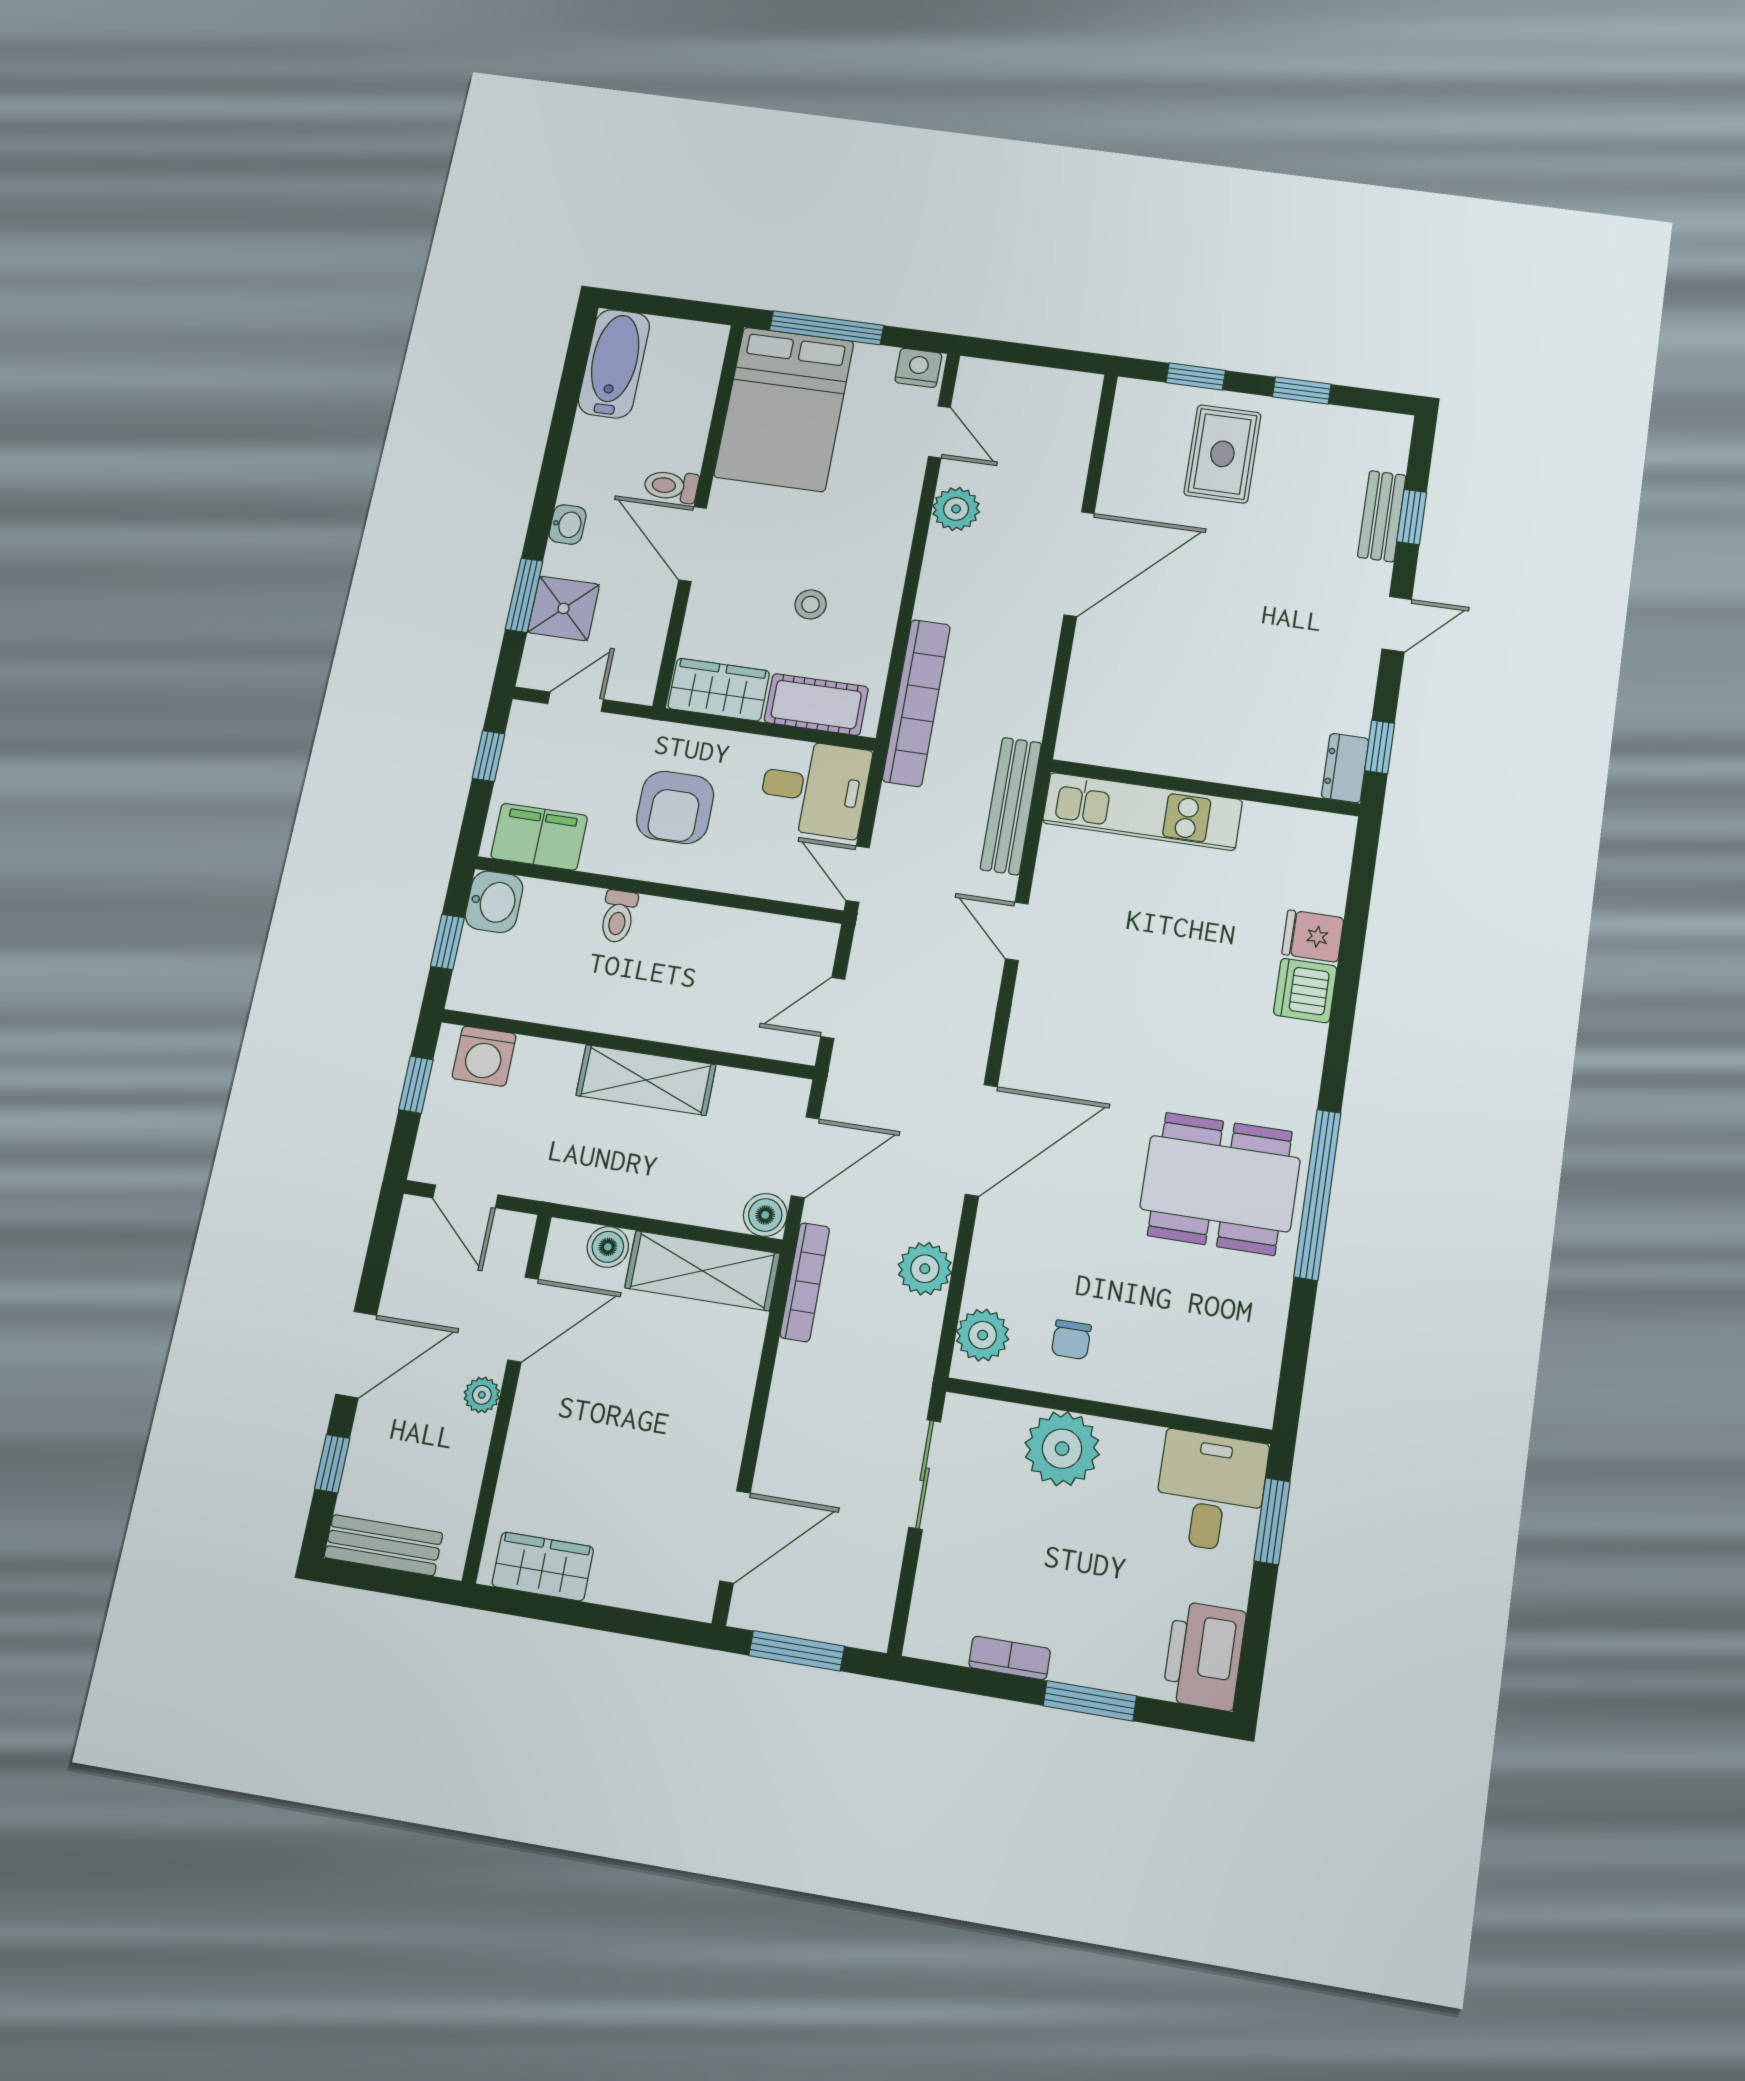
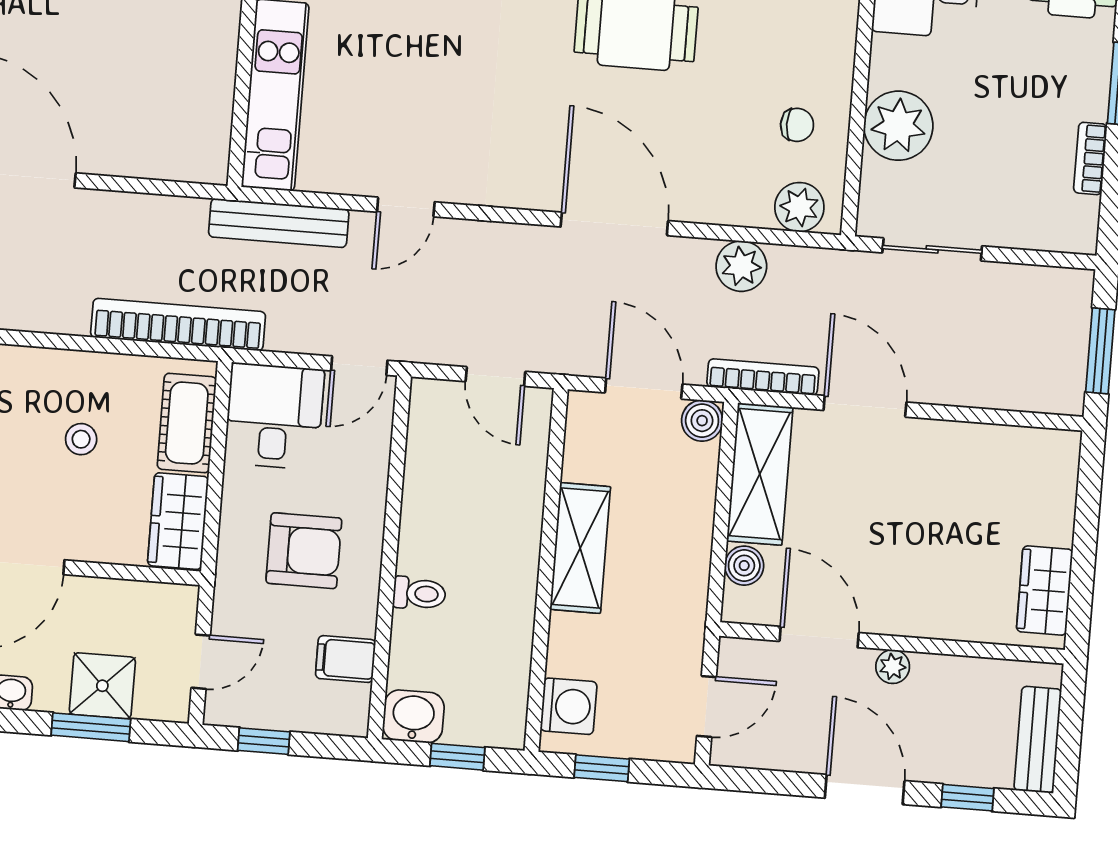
door: (576, 702) -> (201, 662), swing flipped
filing cabinet: (539, 837) -> (346, 659), width x0.50
door: (735, 1537) -> (865, 406), moved

